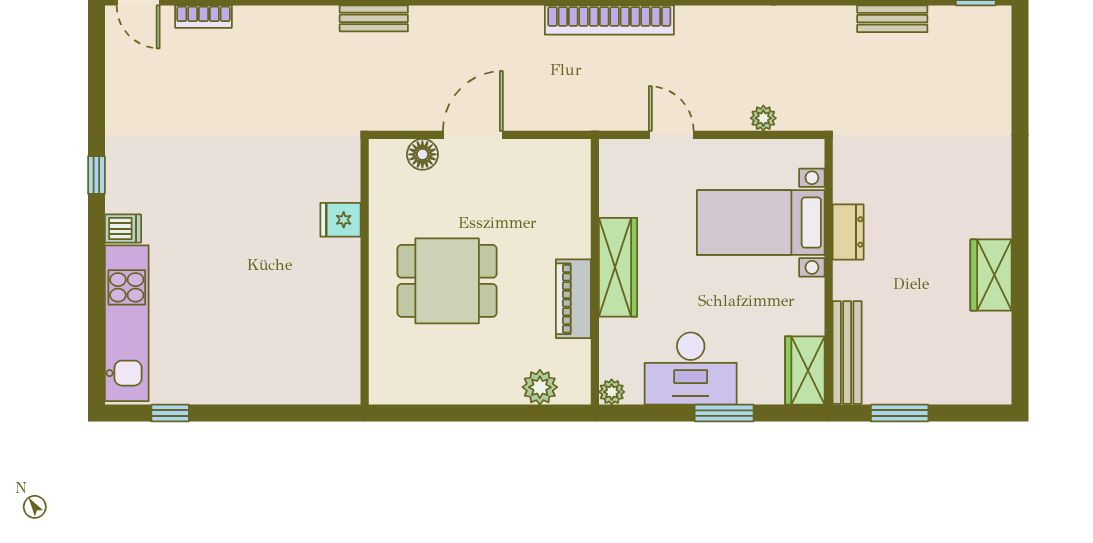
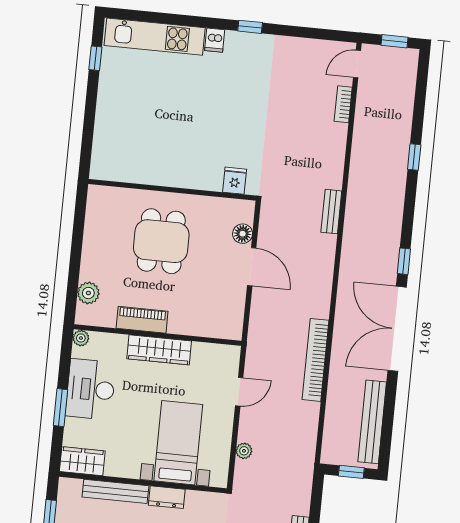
fridge: (340, 220) -> (235, 181), moved
bench: (847, 352) -> (115, 491), moved

